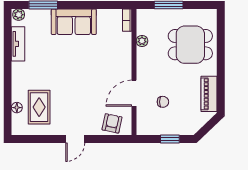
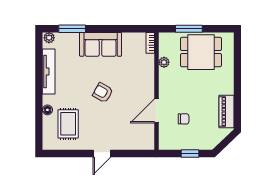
tv unit: (18, 44) -> (49, 71), width x1.41
dining table: (190, 45) -> (201, 52), moved
floor lamp: (17, 108) -> (47, 110), moved
armchair: (112, 123) -> (103, 93), moved, turned -73

